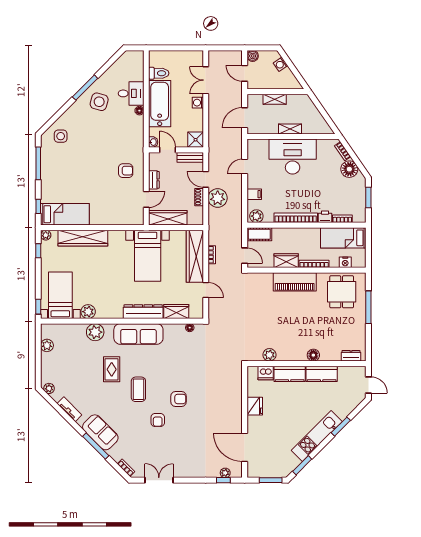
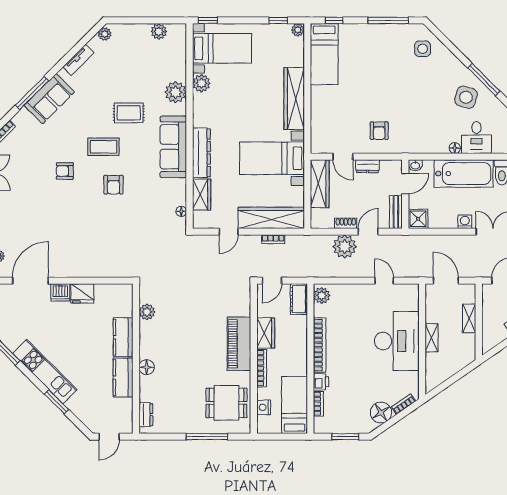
filing cabinet: (254, 194) -> (349, 293), removed
wardrobe: (83, 238) -> (294, 99), moved
dishwasher: (266, 373) -> (60, 292), moved, turned -90
armchair: (178, 399) -> (114, 185), moved

